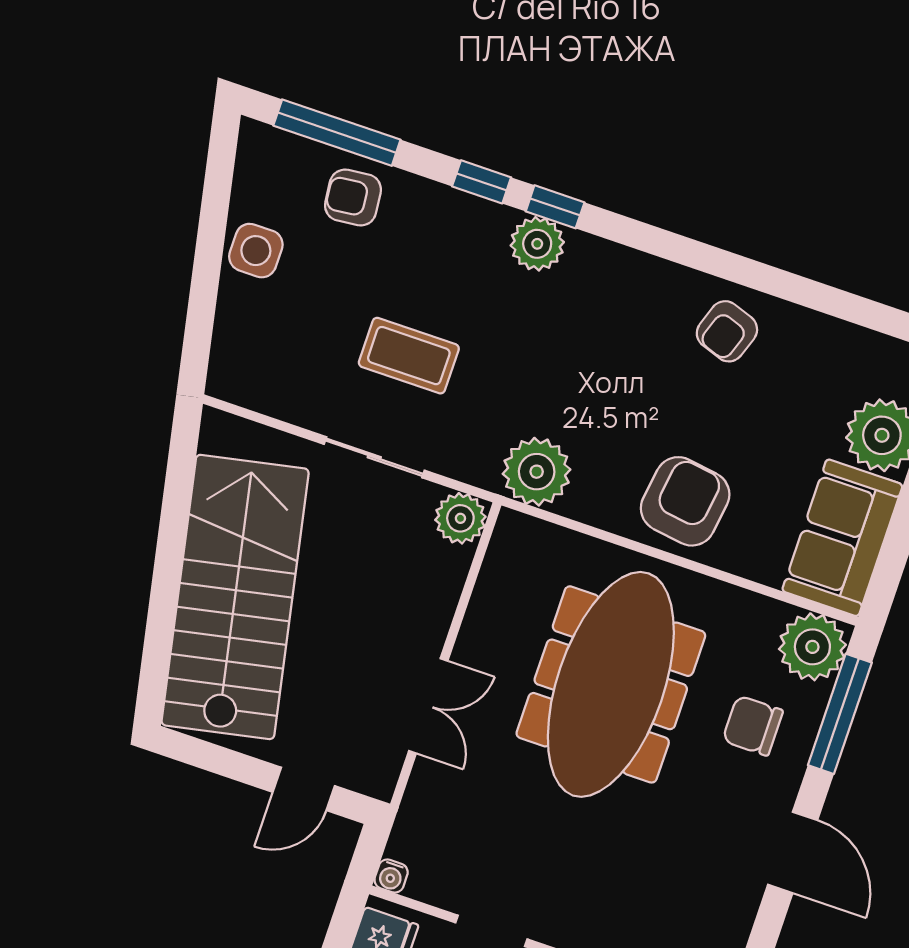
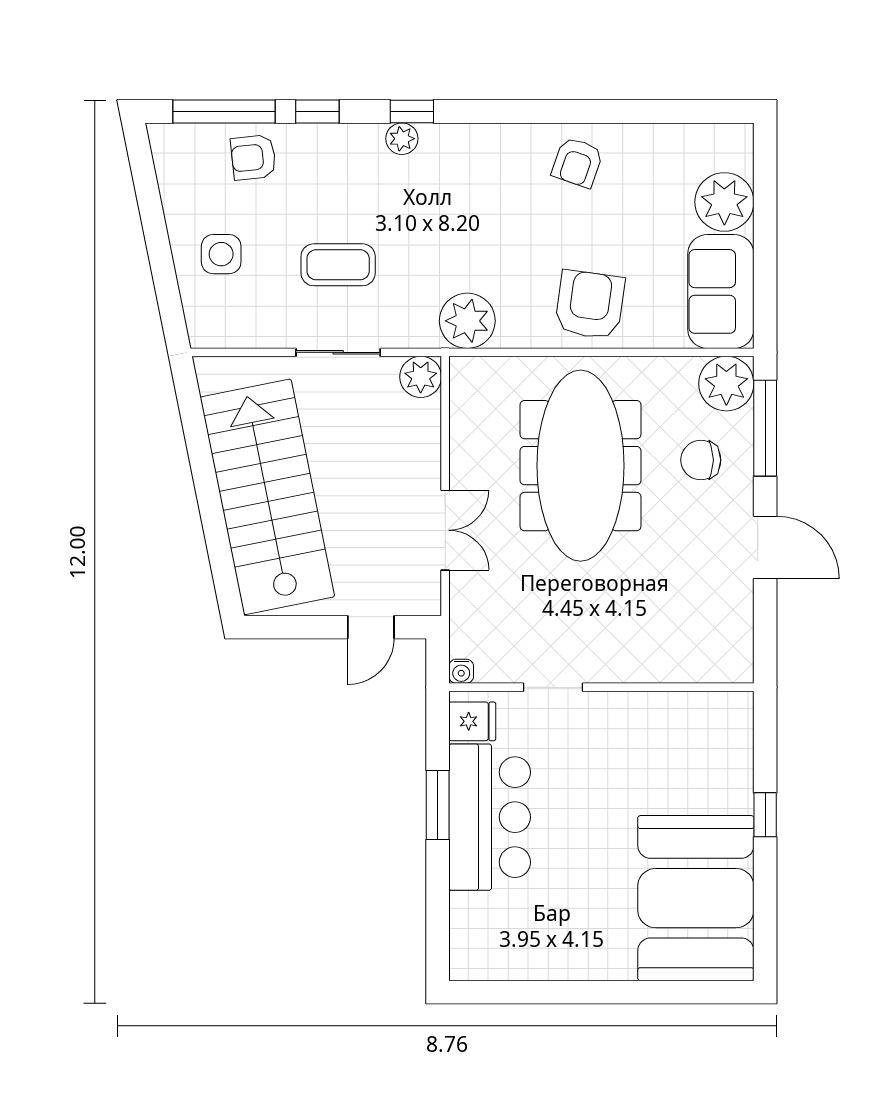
window: (482, 182) -> (317, 111), moved
plant: (537, 244) -> (402, 139), width x0.73, depth x0.73
side table: (256, 251) -> (221, 254), moved

